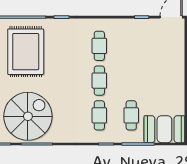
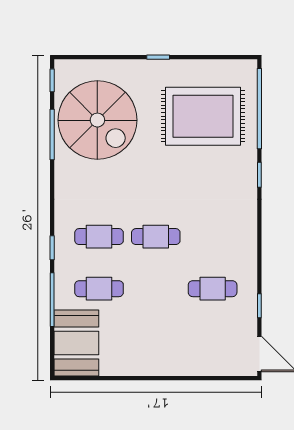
cafe table: (99, 46) -> (213, 289), moved

